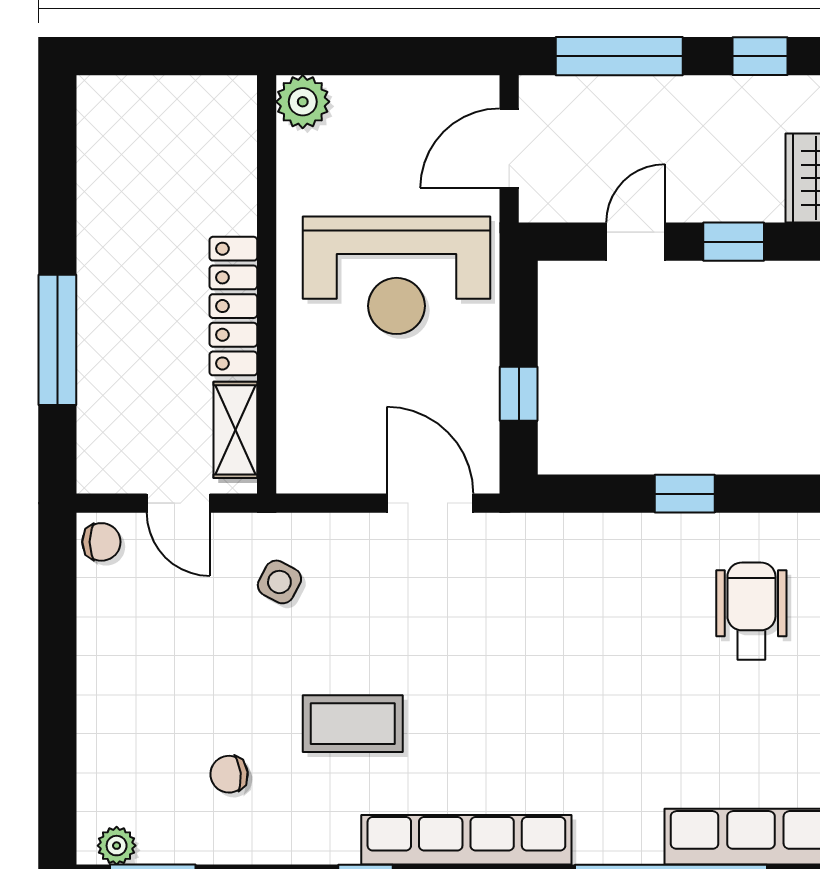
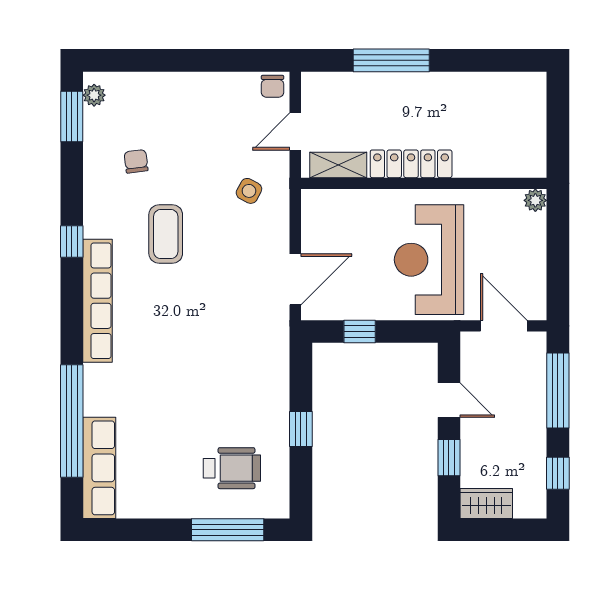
plant: (303, 102) -> (535, 200), width x0.73, depth x0.73

